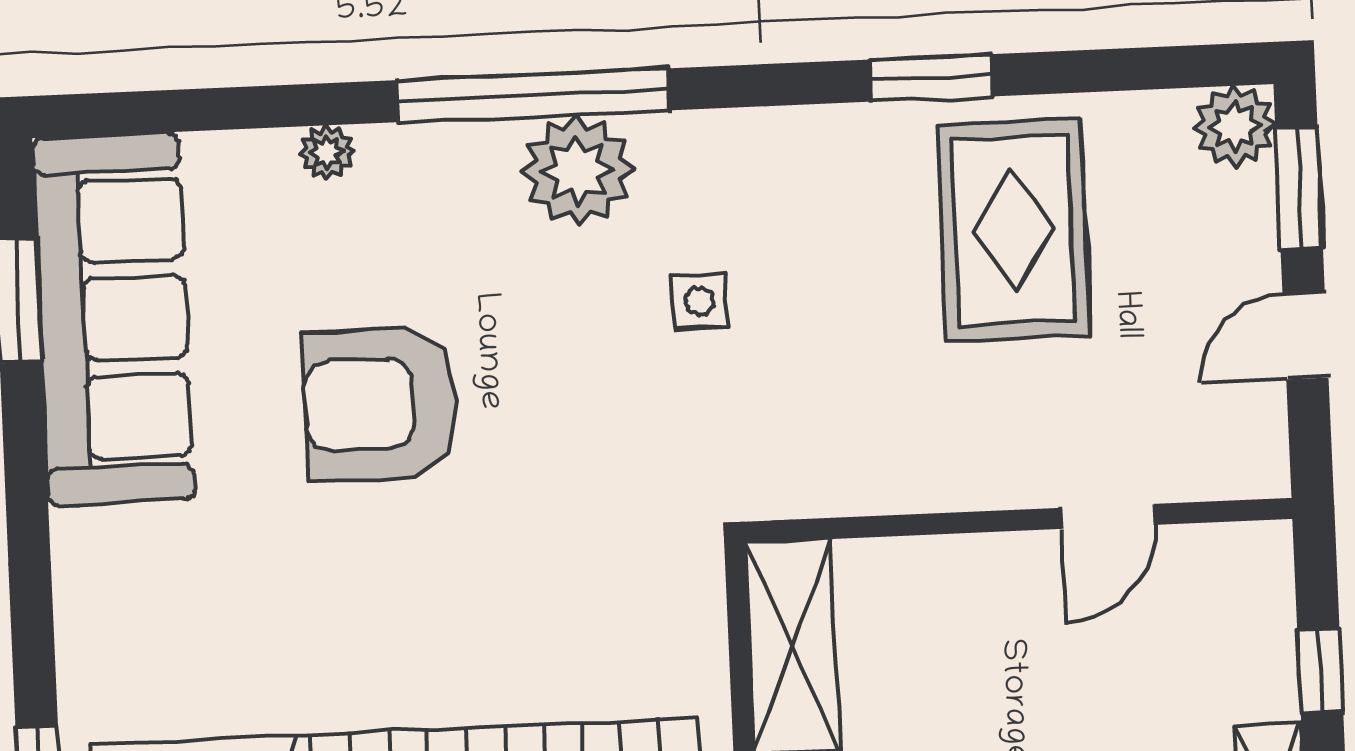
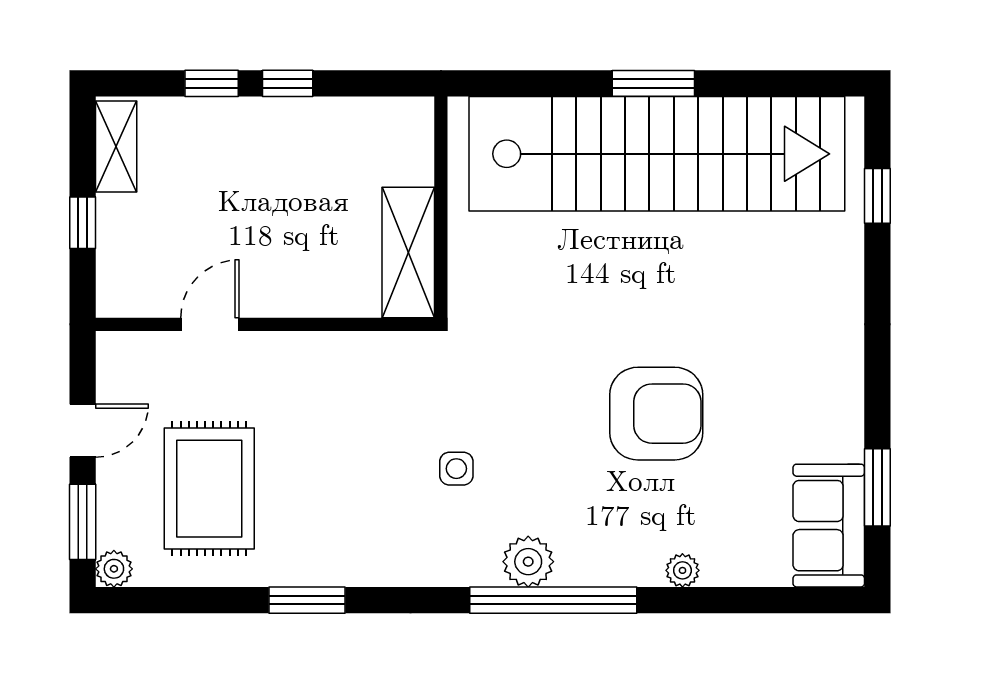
plant: (1235, 126) -> (114, 569), width x0.73, depth x0.73
plant: (577, 171) -> (528, 562), width x0.73, depth x0.73
rug: (1013, 230) -> (209, 489), moved
sofa: (113, 319) -> (829, 526), width x0.54, depth x0.79

